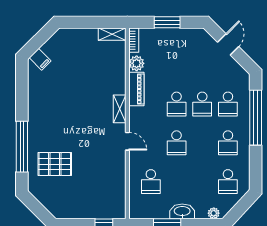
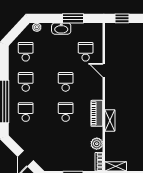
piano: (136, 89) -> (97, 113), moved
school desk: (202, 104) -> (46, 112), removed
shelving: (120, 109) -> (110, 120), moved
door: (127, 141) -> (104, 70), moved

